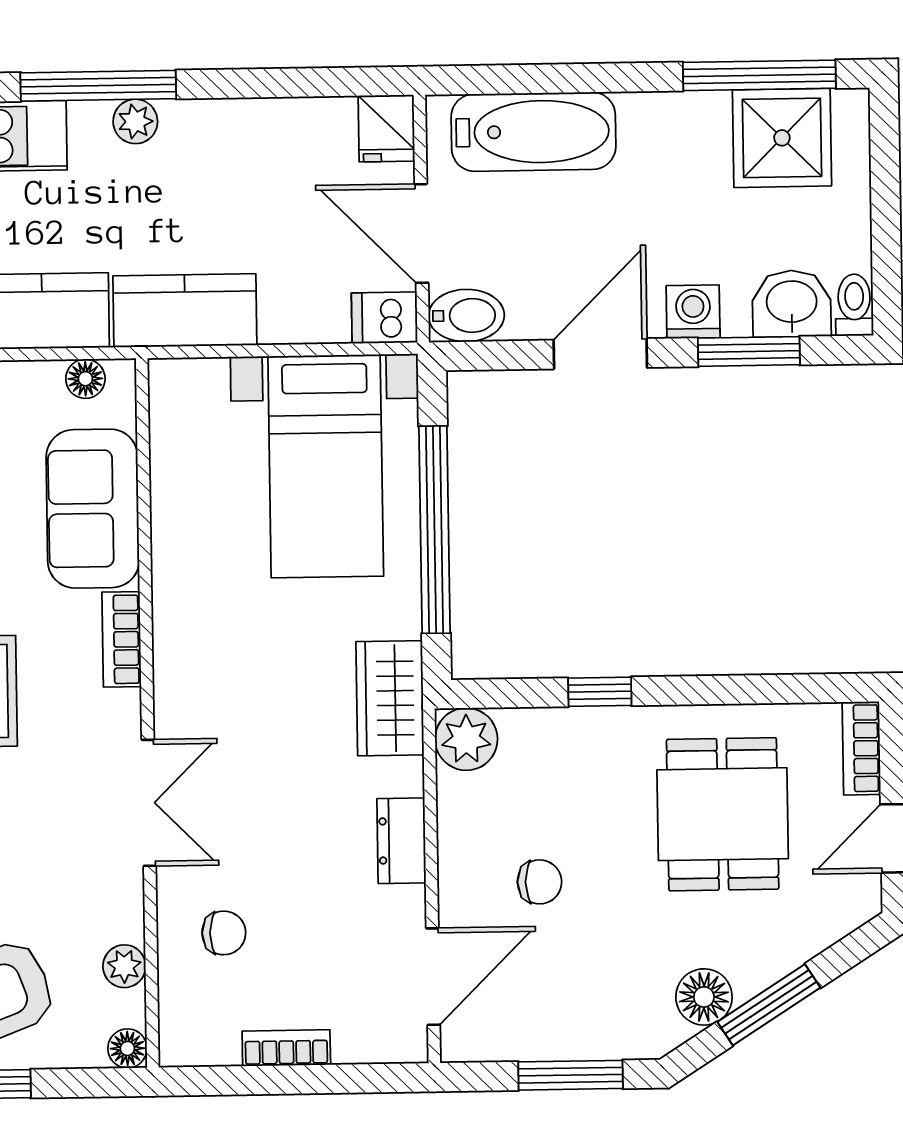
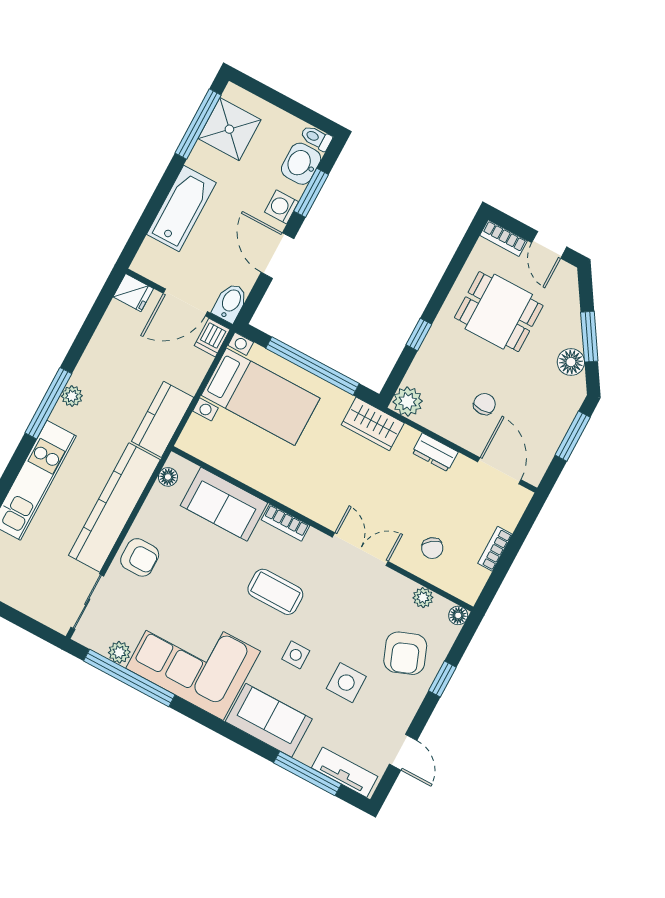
bathtub: (533, 132) -> (181, 208), moved
chair: (224, 933) -> (432, 548), turned 144

